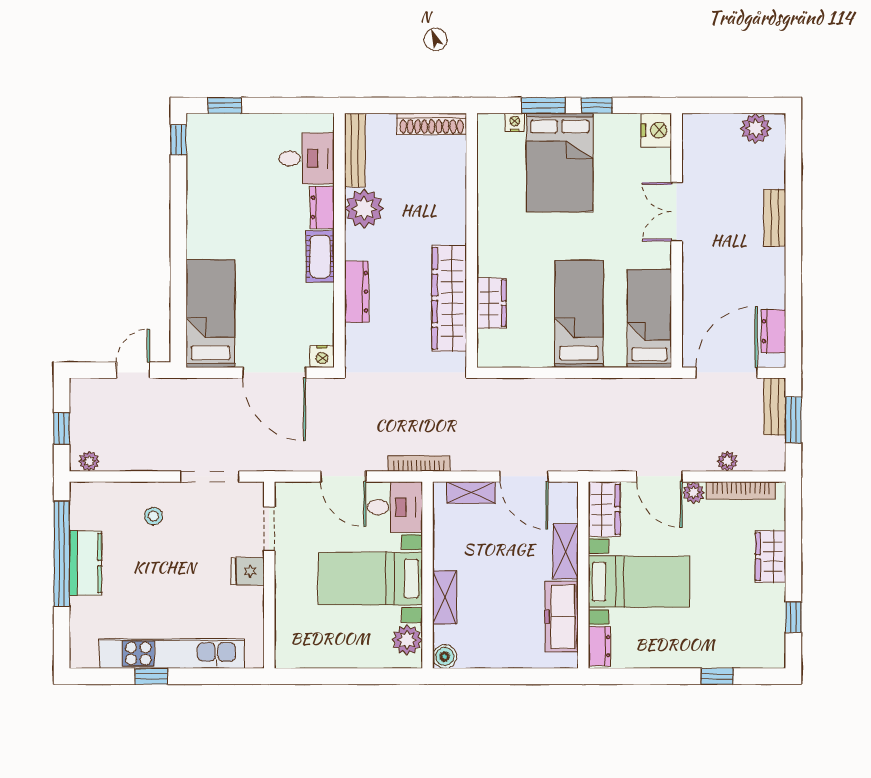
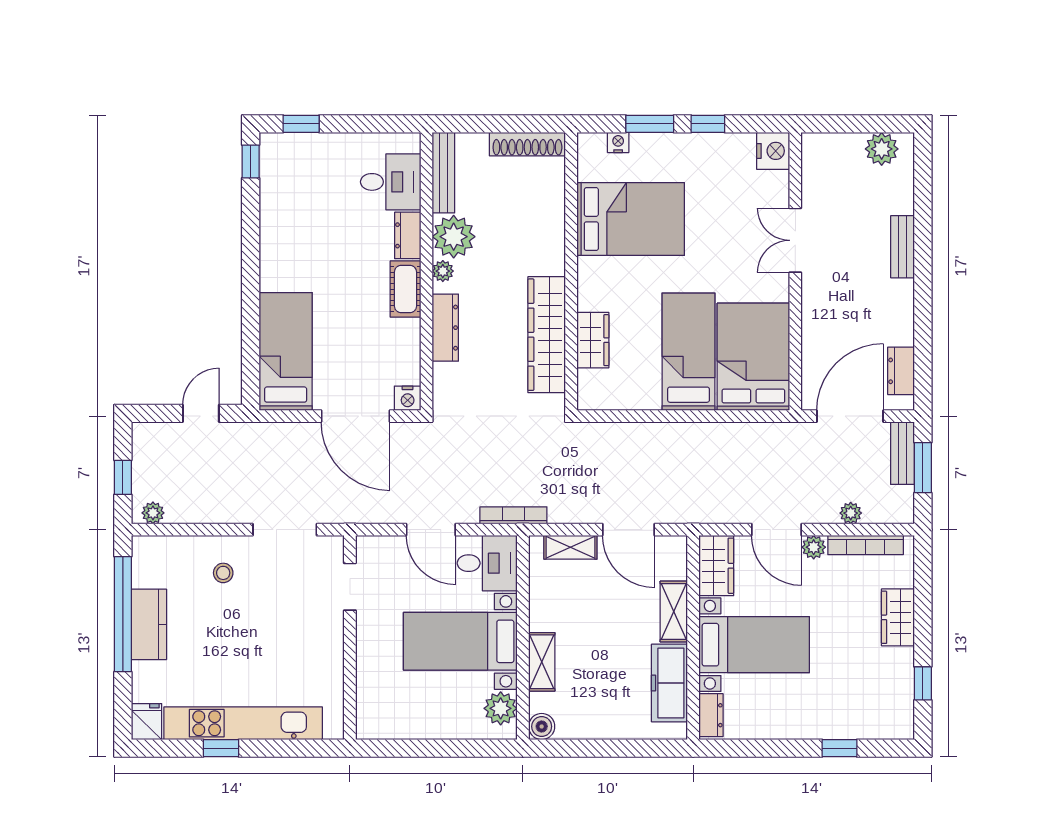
bed: (560, 162) -> (631, 219), moved, turned -90
plant: (354, 240) -> (443, 271), added
bed: (649, 318) -> (753, 357), width x1.50
fridge: (248, 571) -> (147, 722), moved, turned 90

